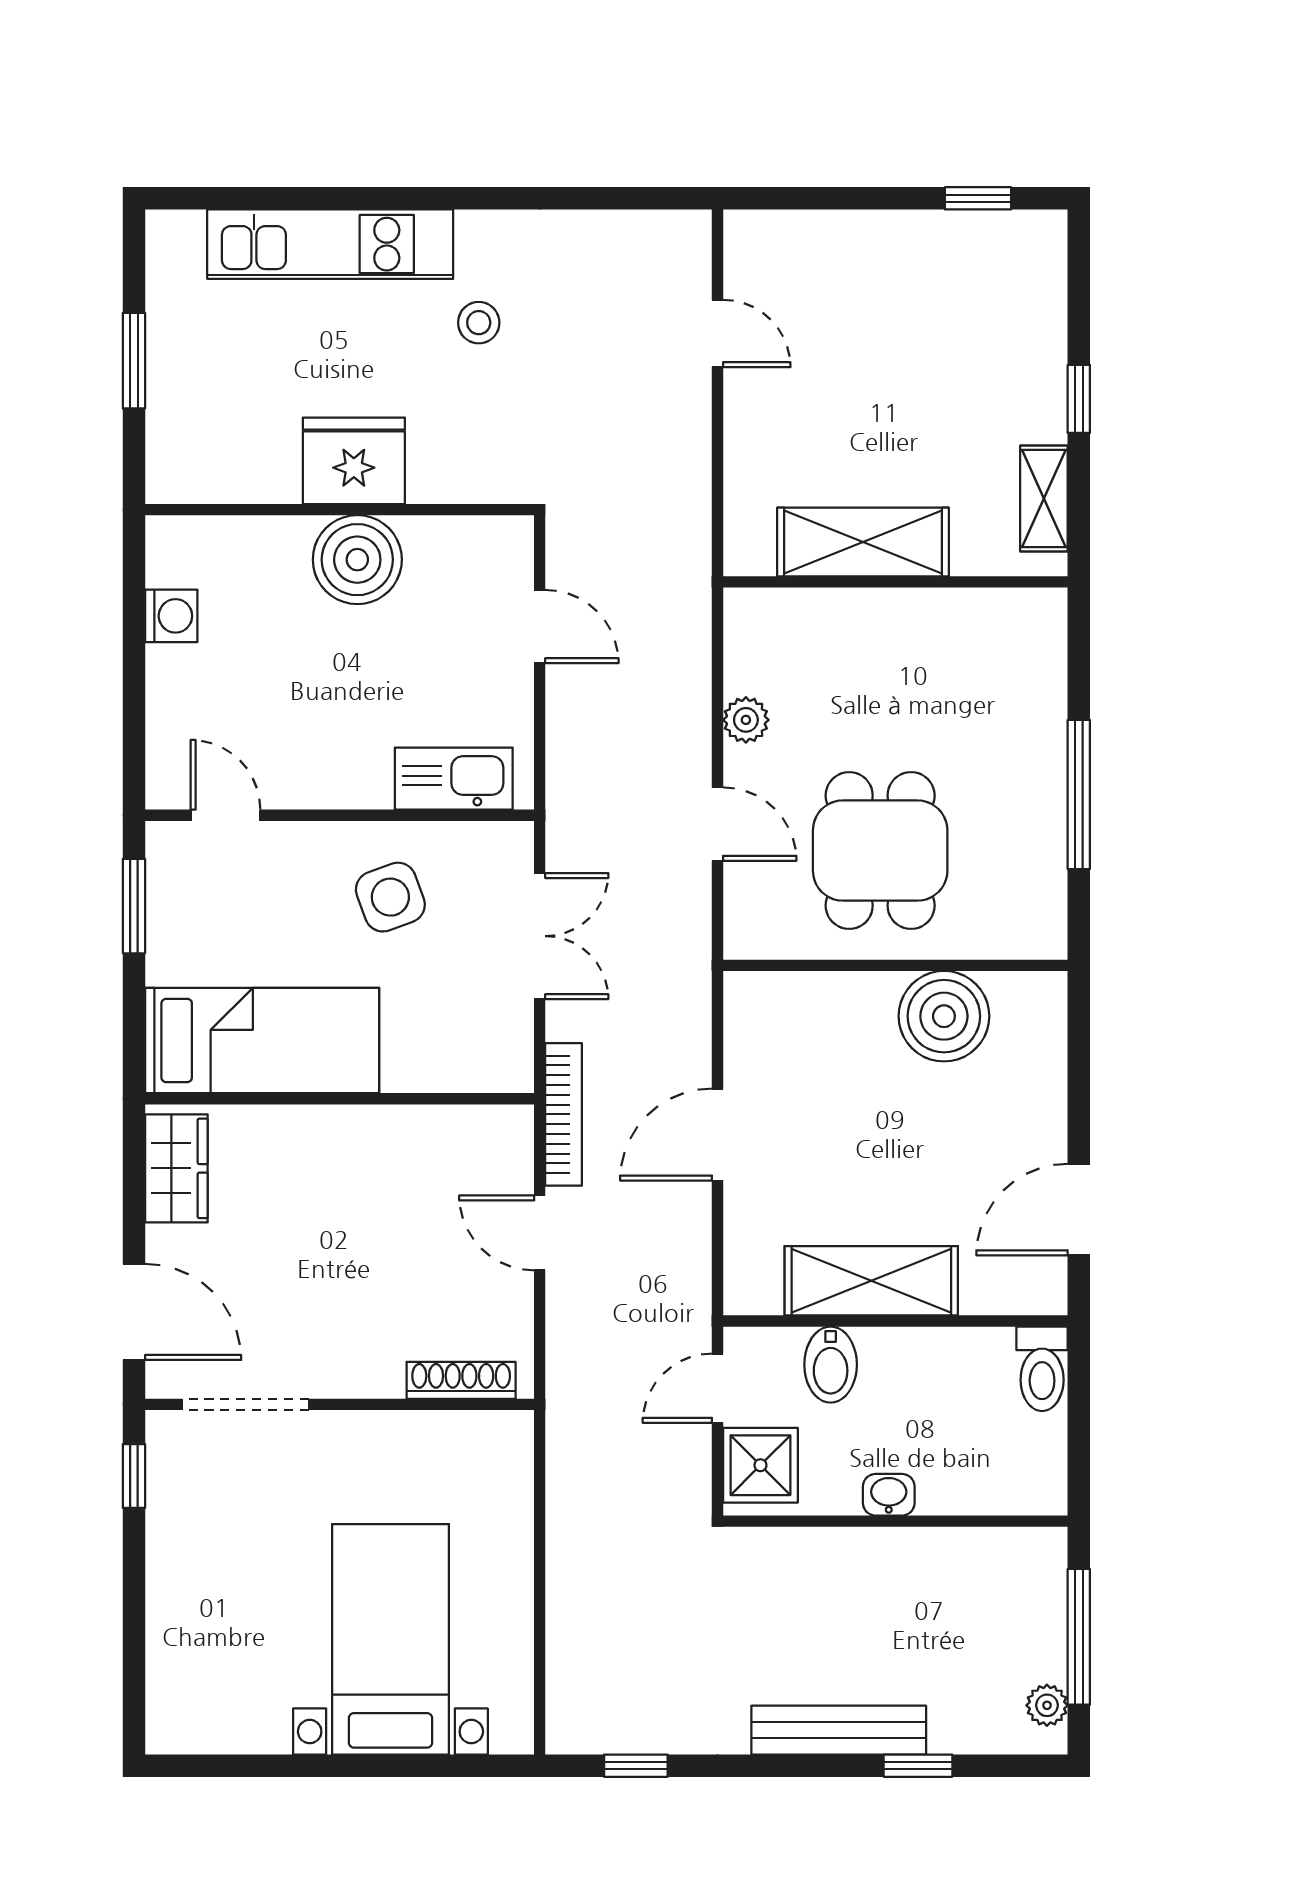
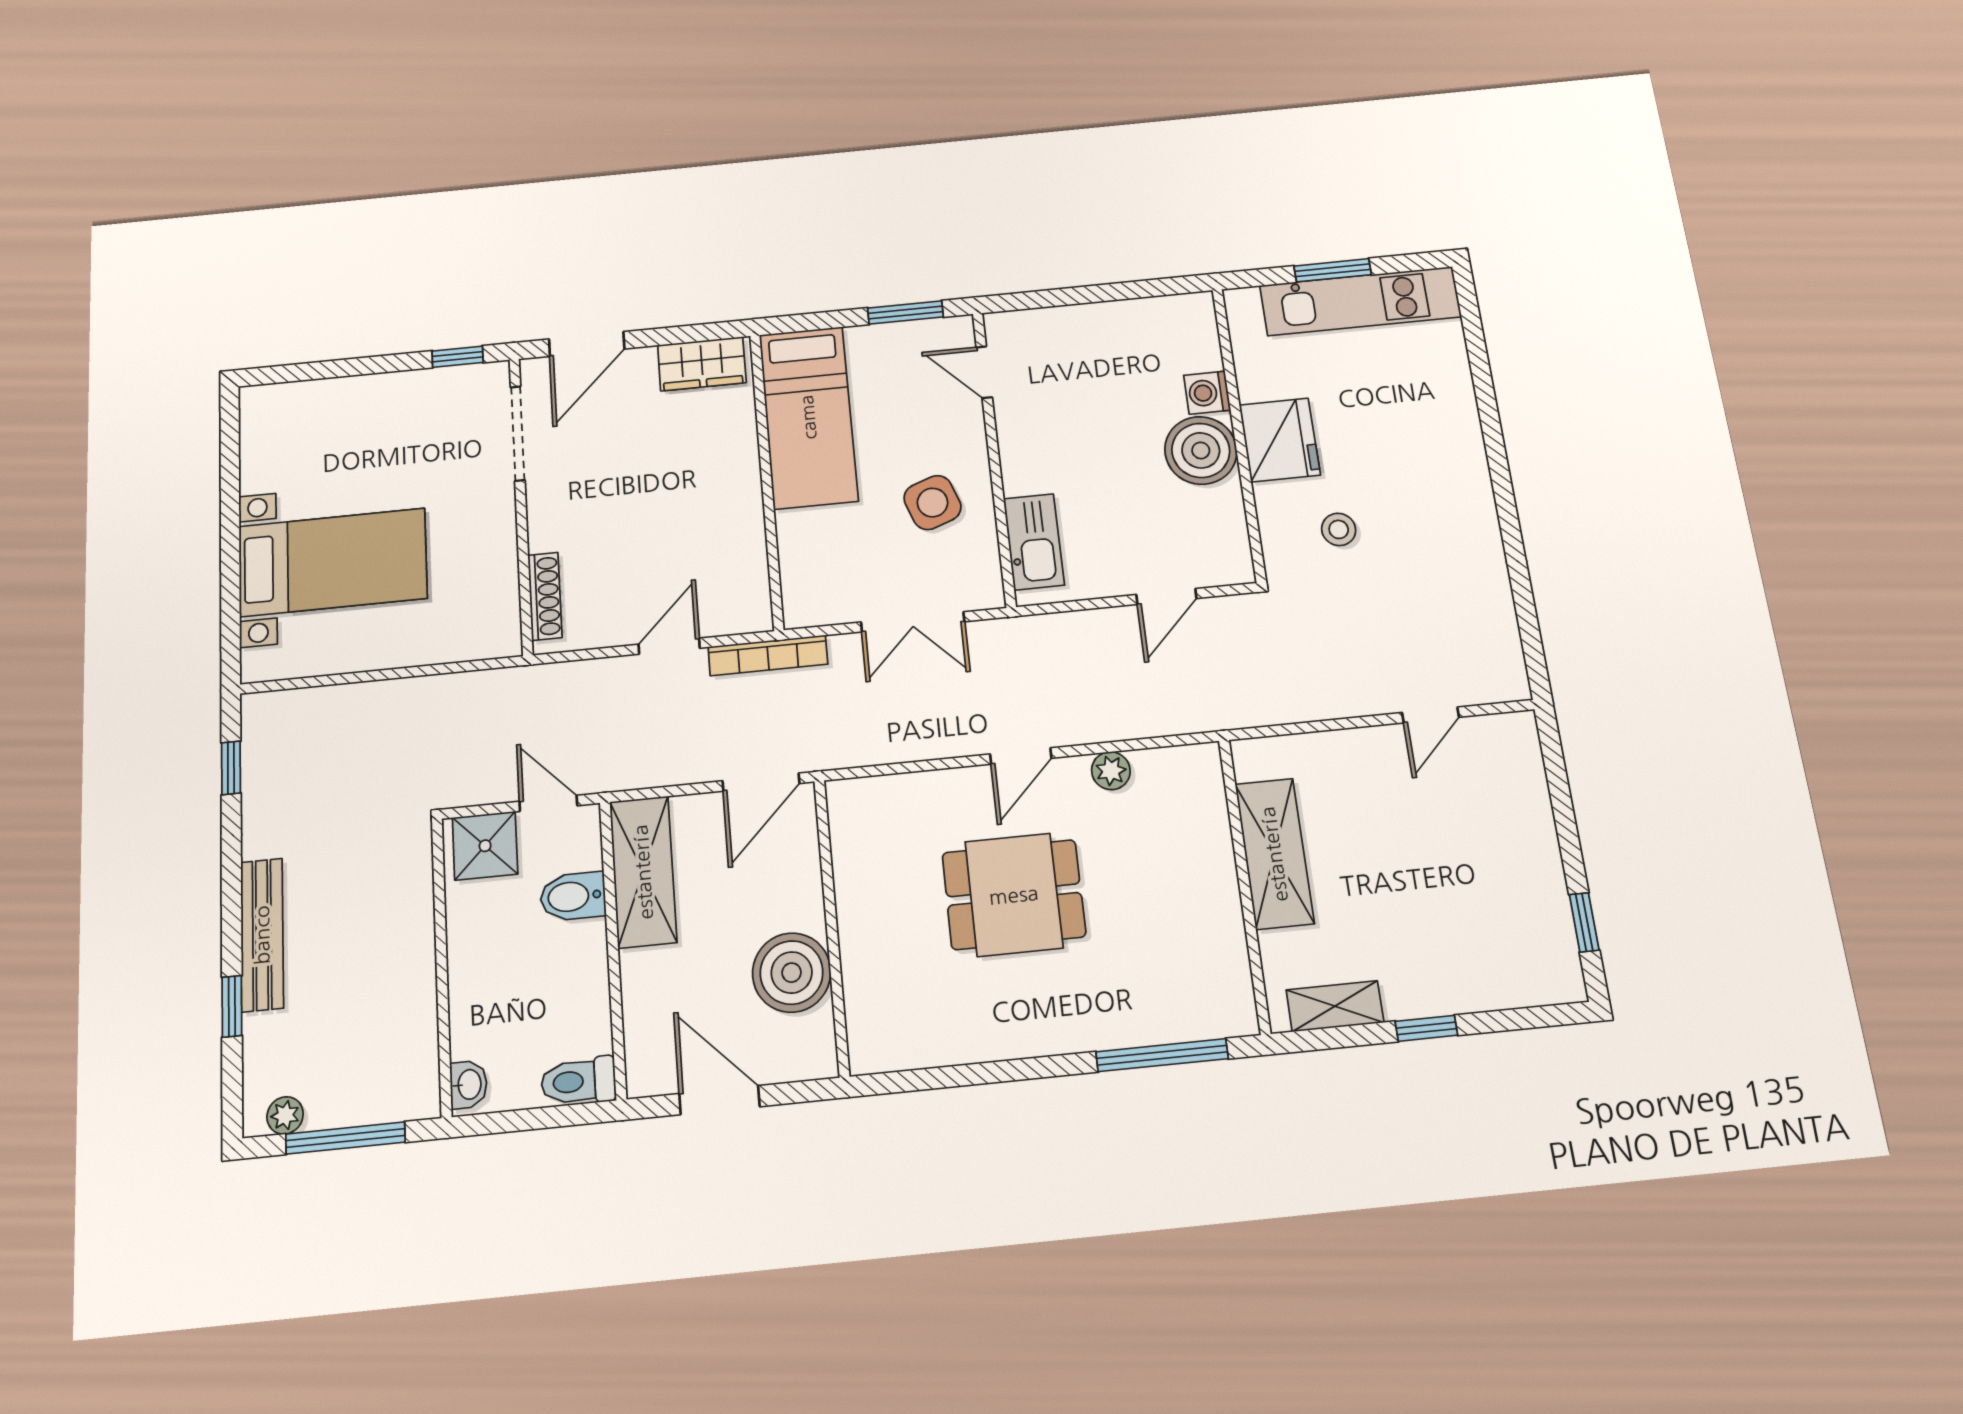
kitchen unit: (330, 244) -> (1360, 301), moved, turned -90
stool: (479, 323) -> (1339, 529), moved
washing machine: (171, 616) -> (1207, 393), moved, turned 90
window: (1079, 794) -> (1162, 1055), moved
door: (225, 815) -> (984, 372), swing flipped
wall: (895, 965) -> (832, 926), moved
boiler: (944, 1016) -> (792, 973), moved
door: (718, 1135) -> (761, 782), swing flipped
shelving: (871, 1281) -> (643, 872), moved
washbasin: (889, 1495) -> (468, 1085), moved

